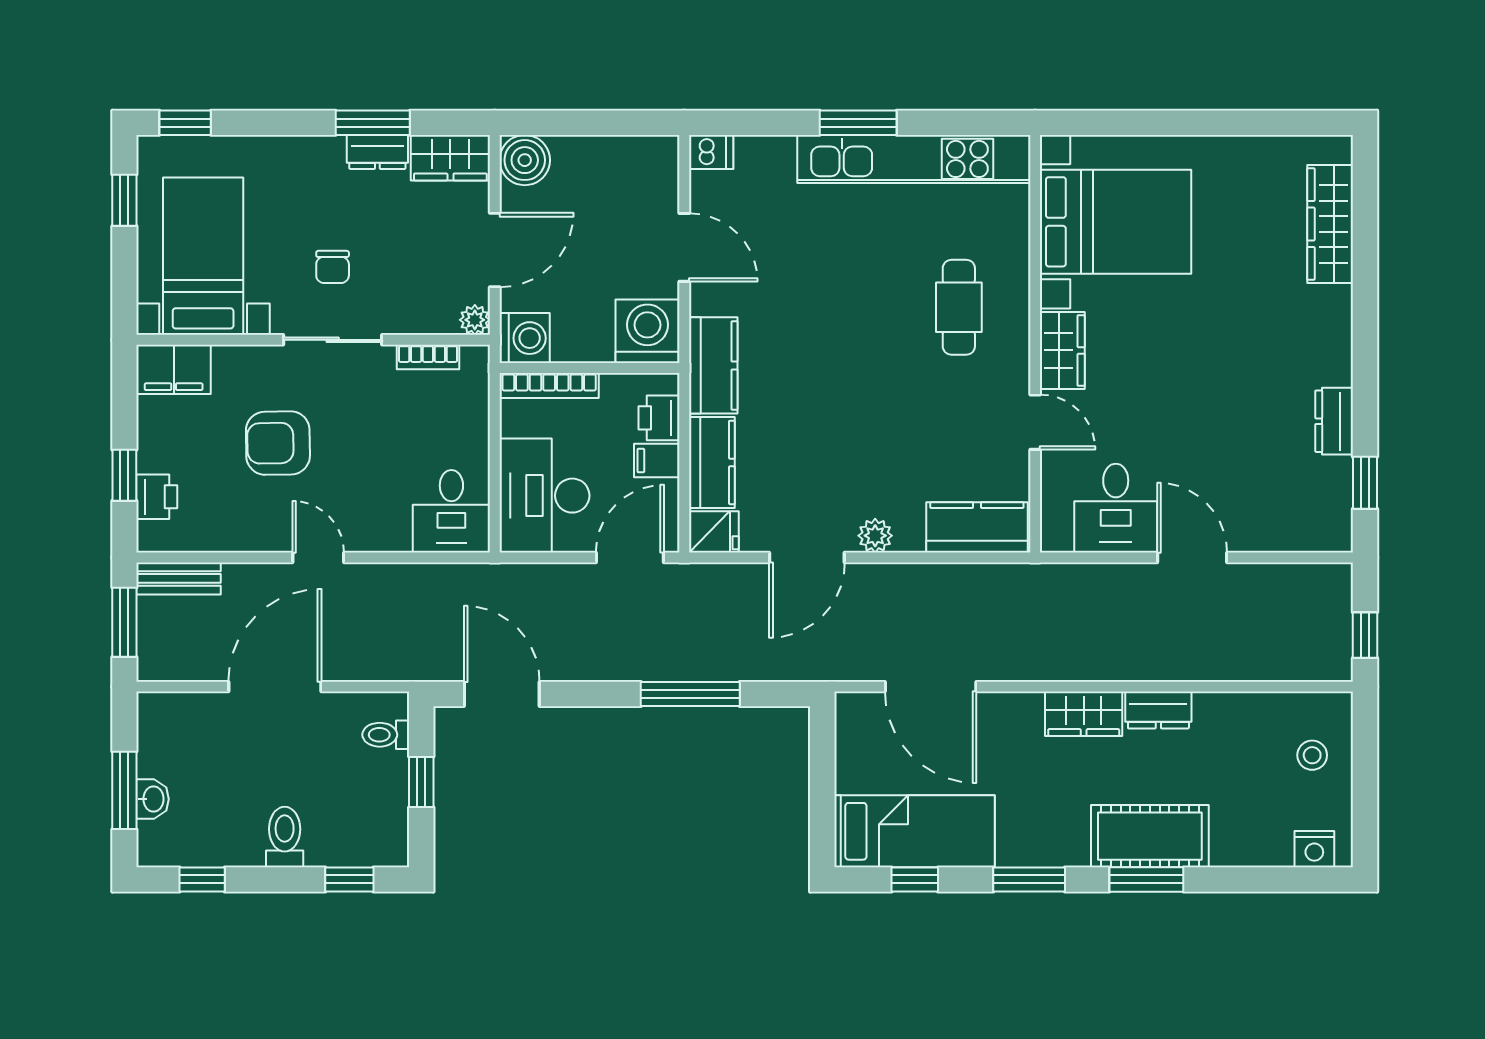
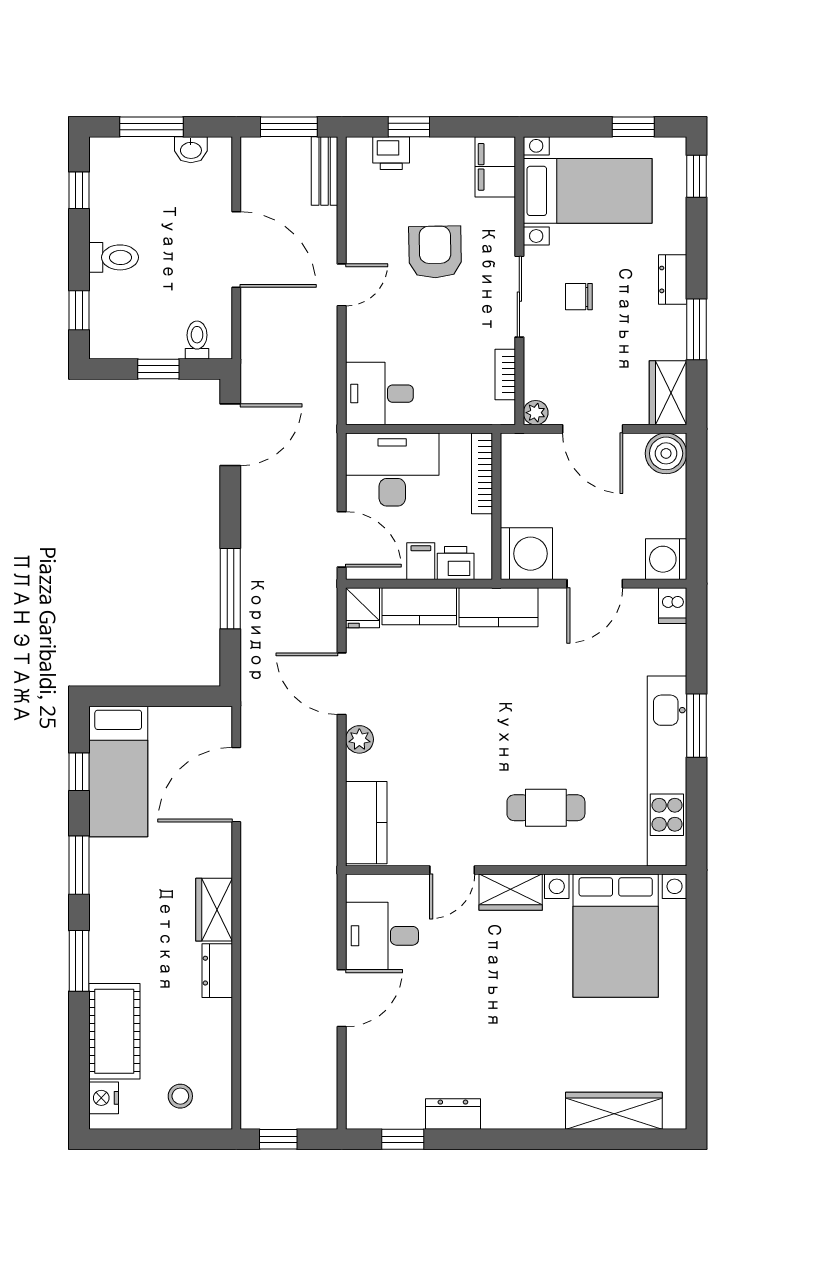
dresser: (377, 152) -> (673, 279), moved
washing machine: (525, 338) -> (666, 559), moved, turned 90
washbasin: (153, 799) -> (191, 150), moved
cot: (1150, 836) -> (114, 1031), moved

